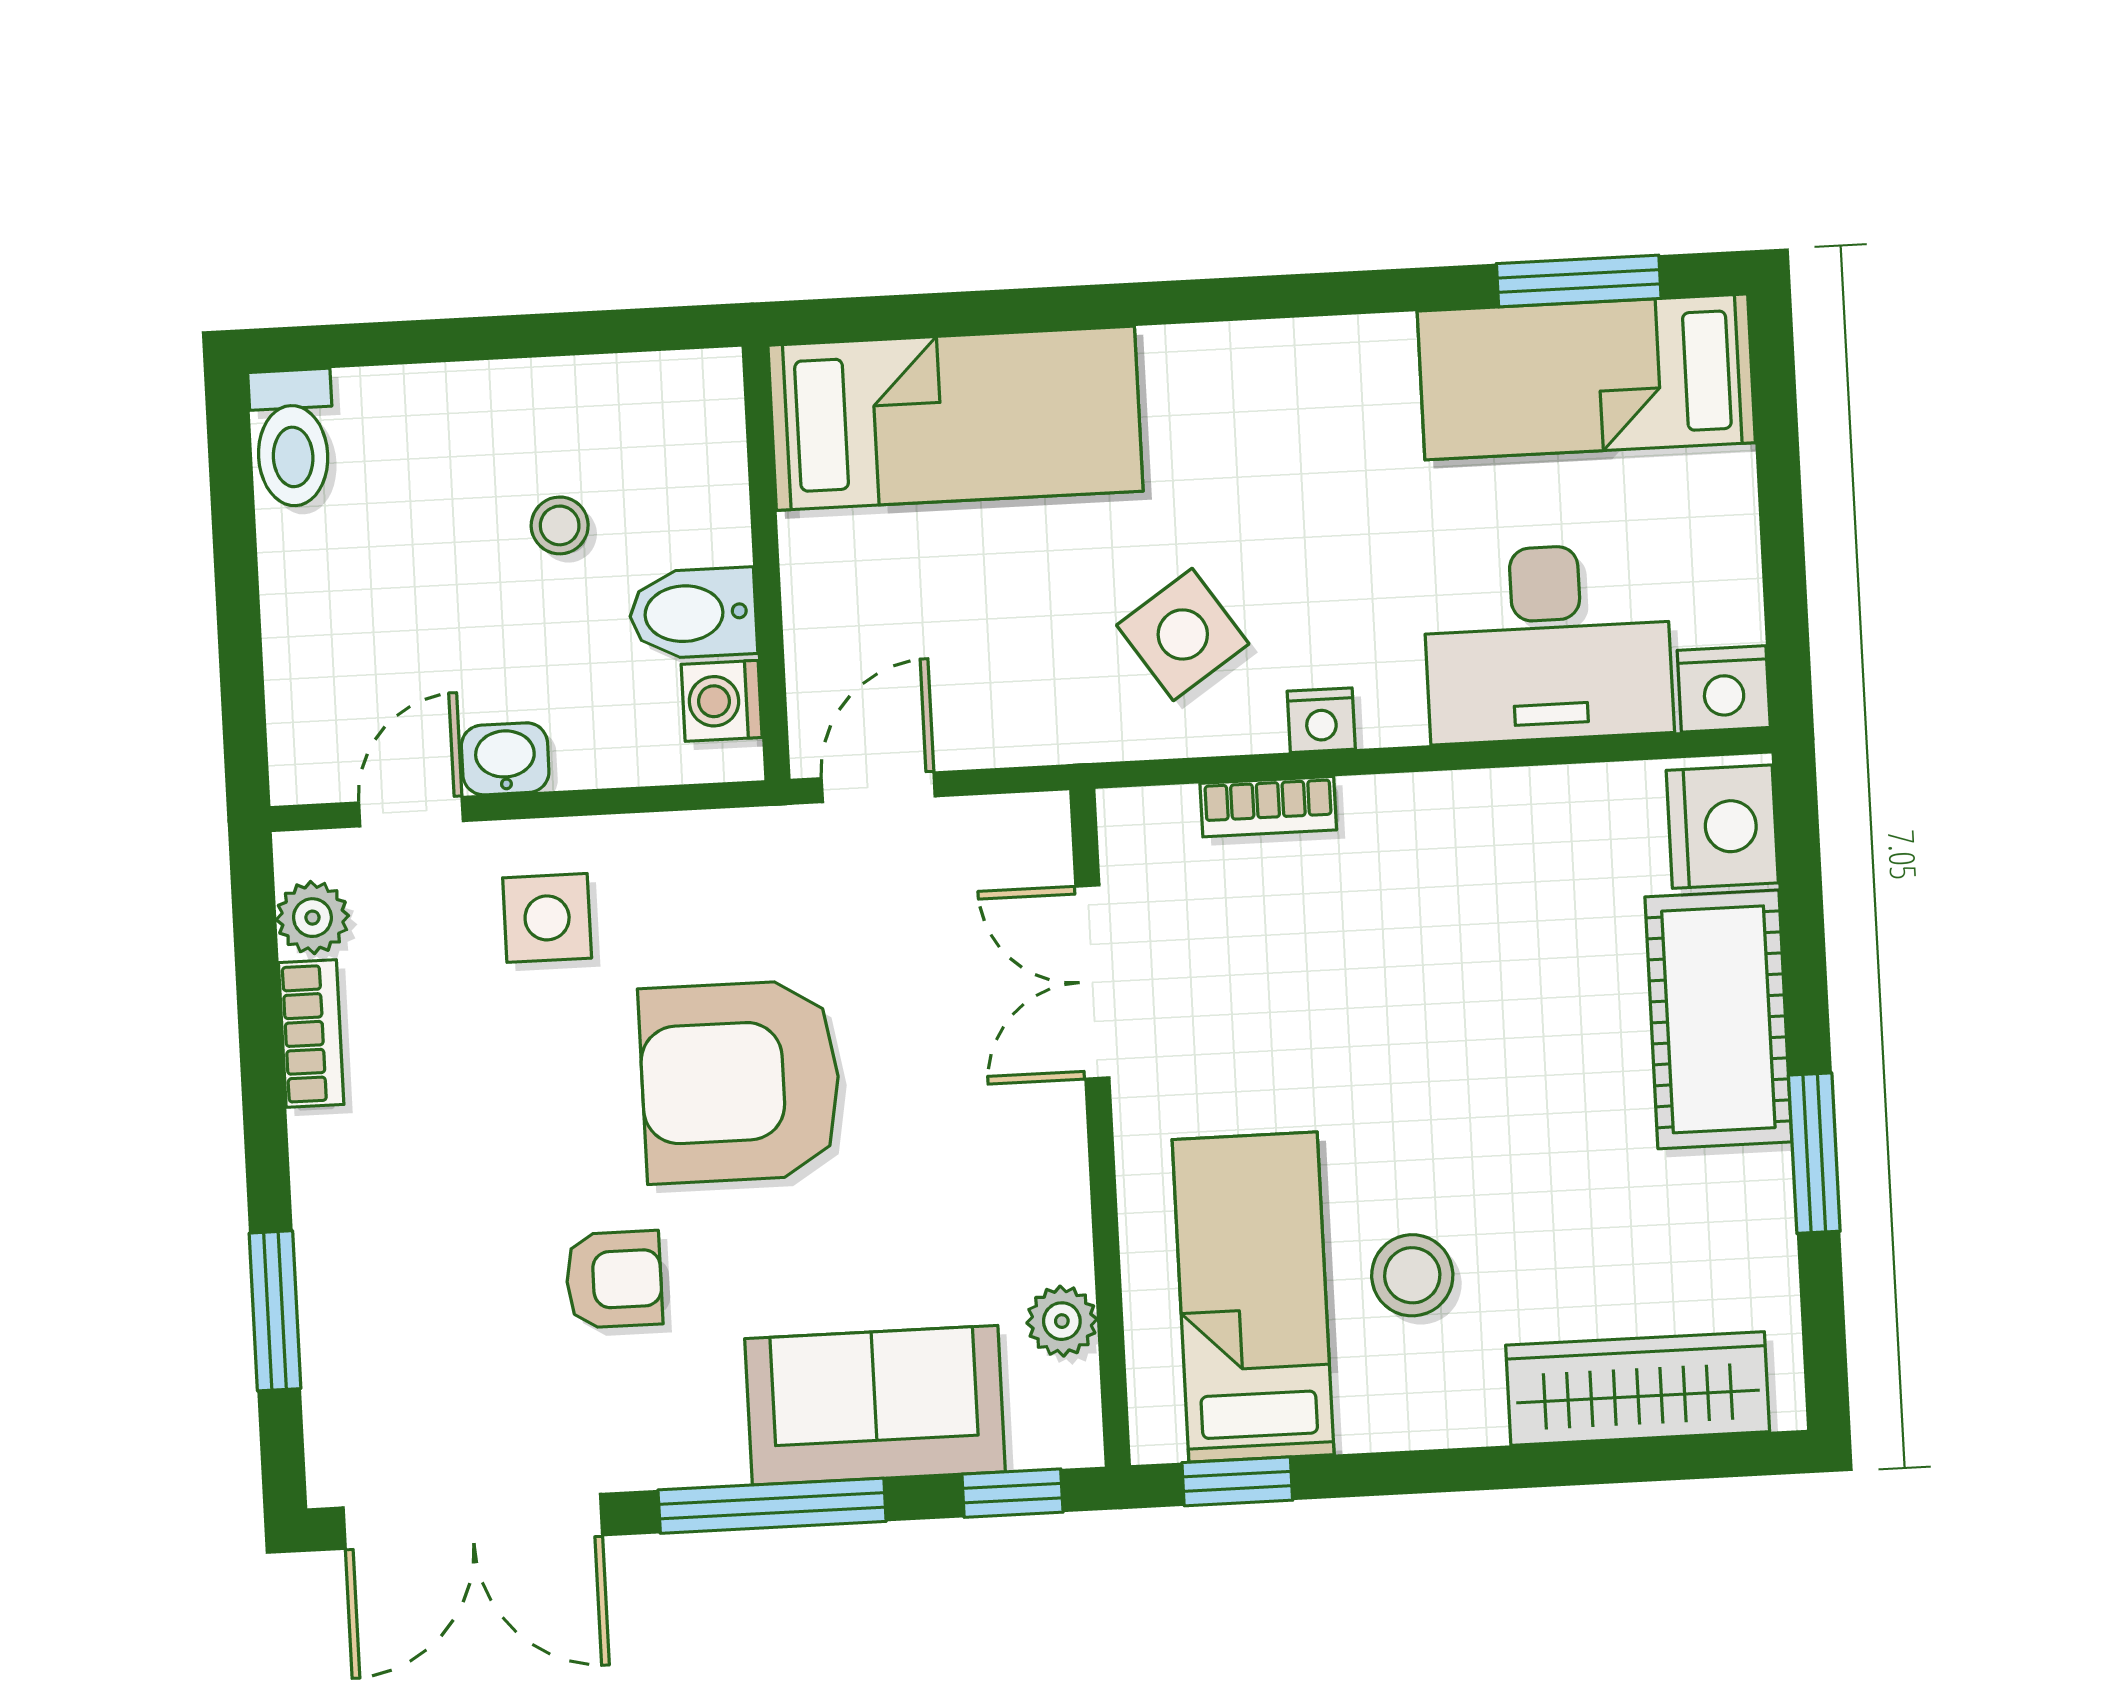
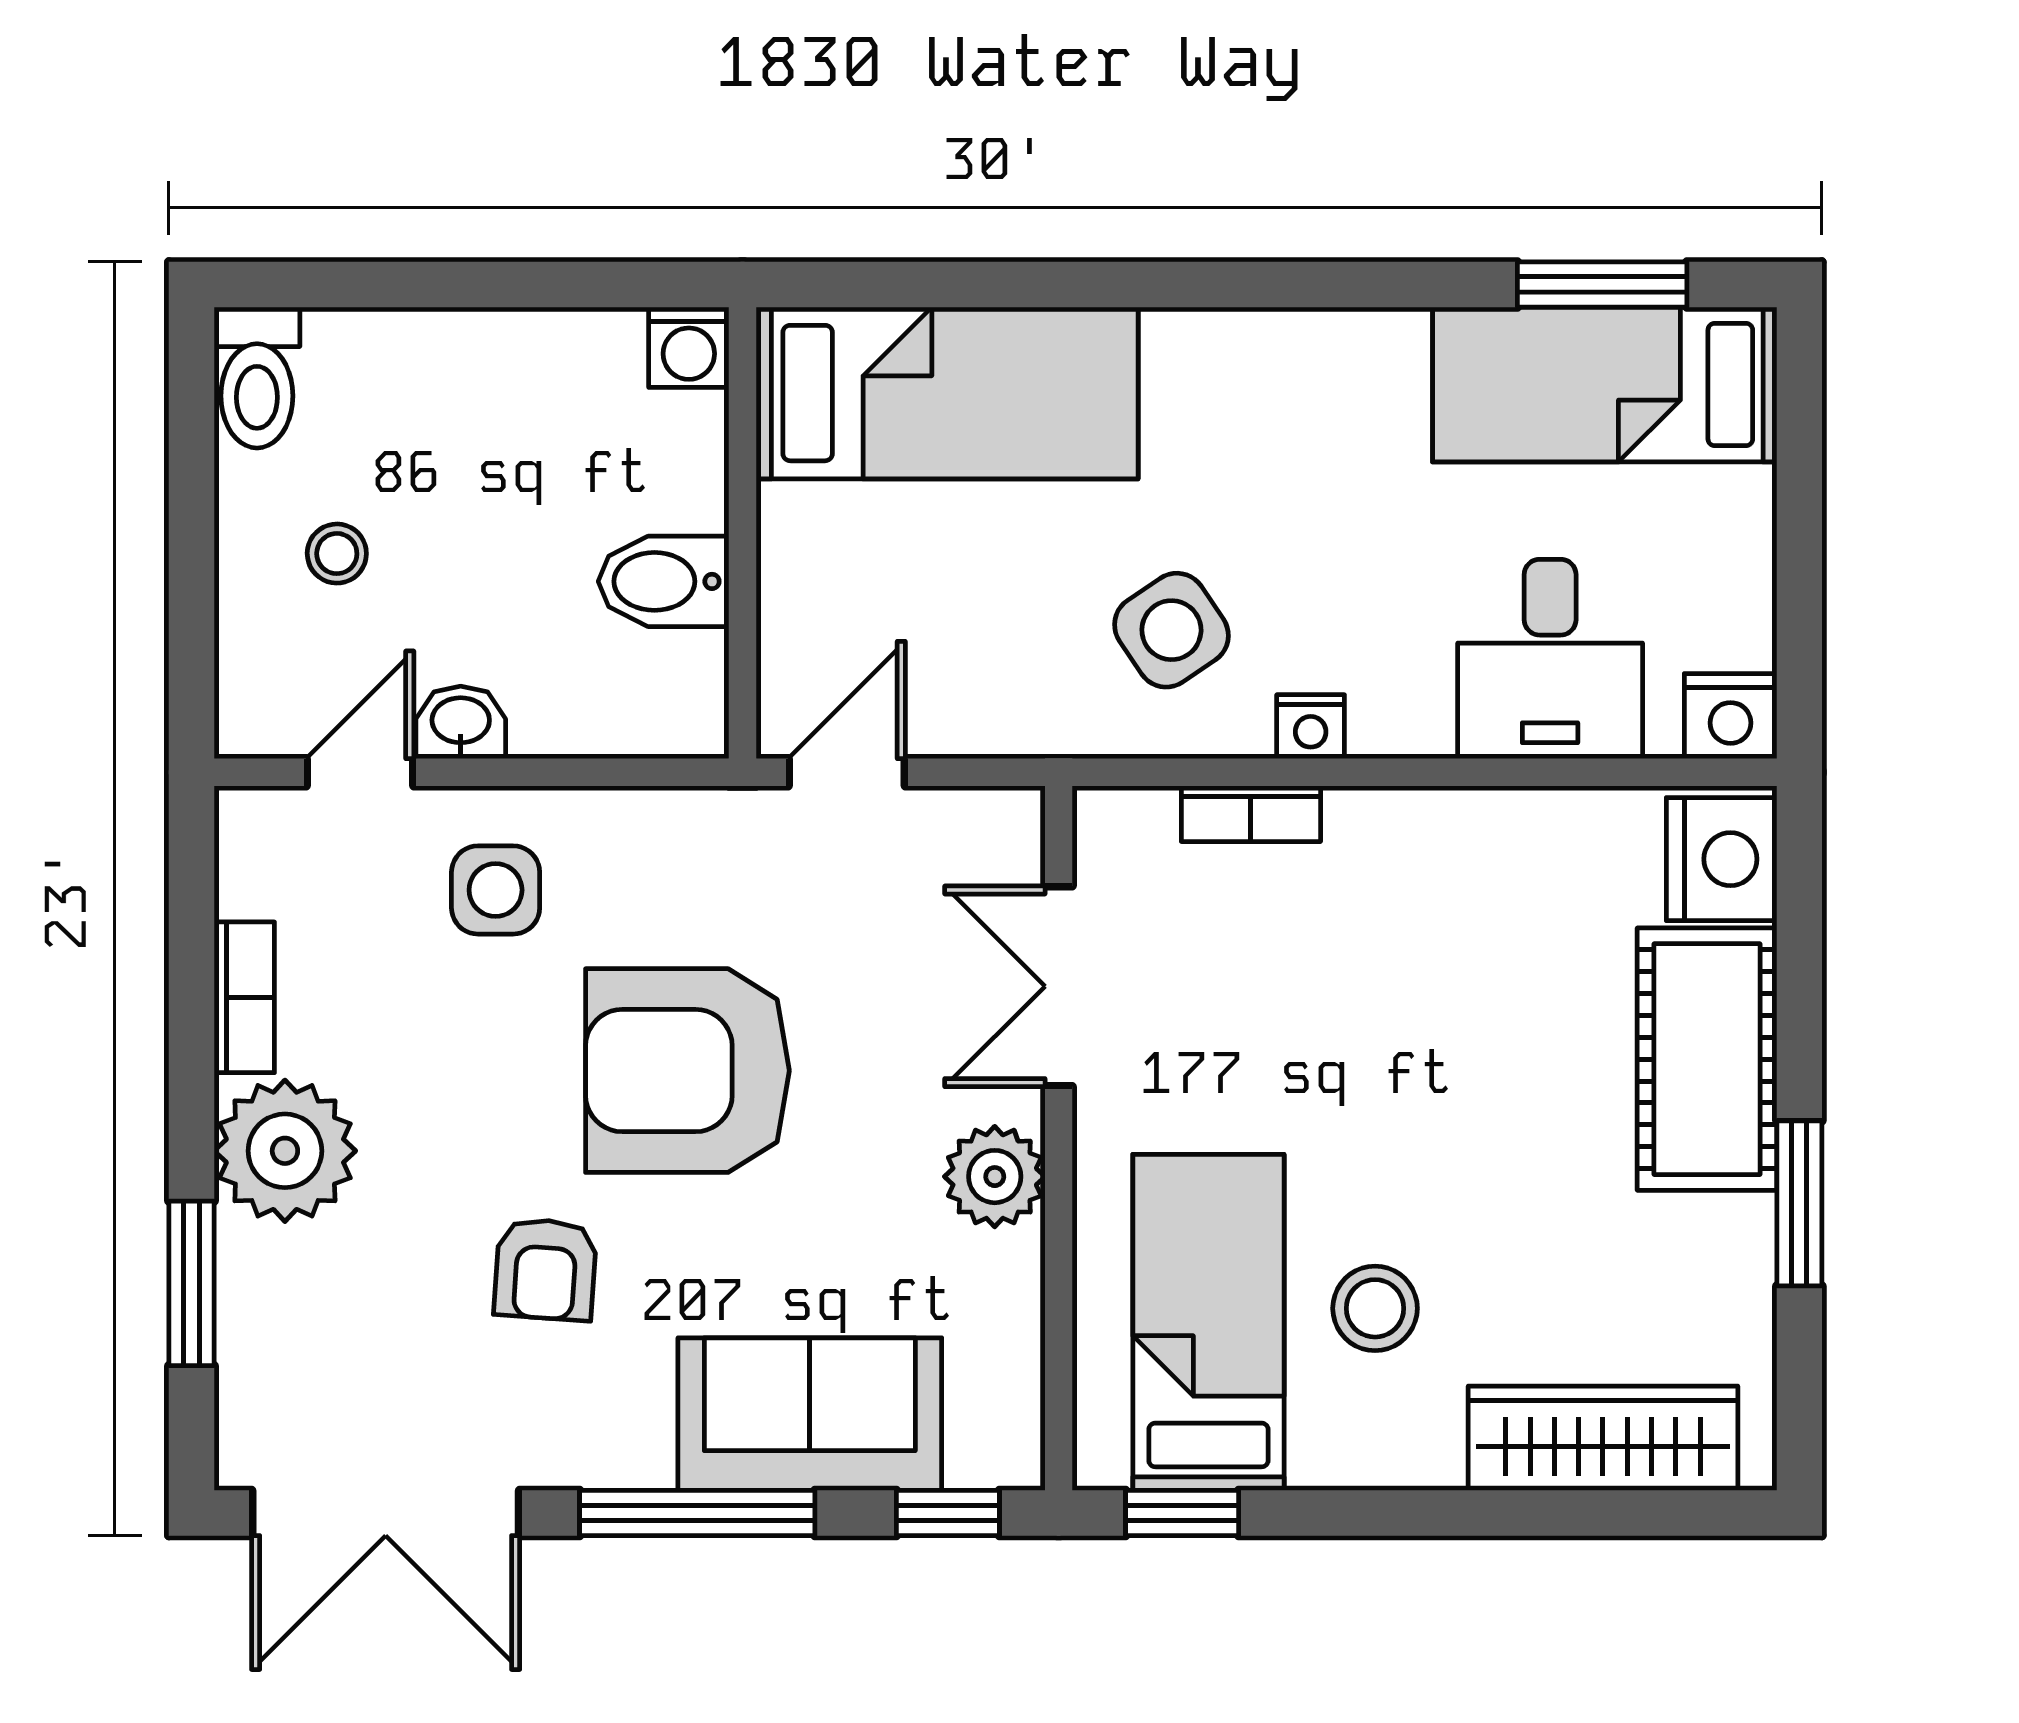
stool: (560, 525) -> (337, 554), moved
desk: (1548, 643) -> (1550, 659), width x0.73
washing machine: (722, 701) -> (689, 347), moved, turned -90
plant: (312, 918) -> (285, 1151), moved, width x1.87, depth x1.87
armchair: (614, 1279) -> (545, 1269), turned 94
plant: (1062, 1321) -> (995, 1177), moved, width x1.38, depth x1.38

